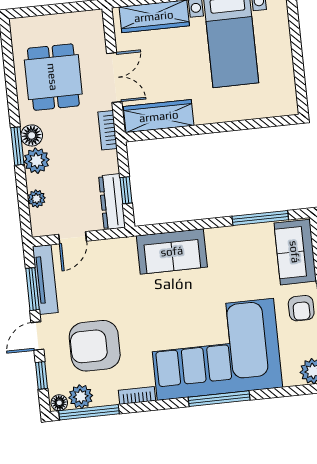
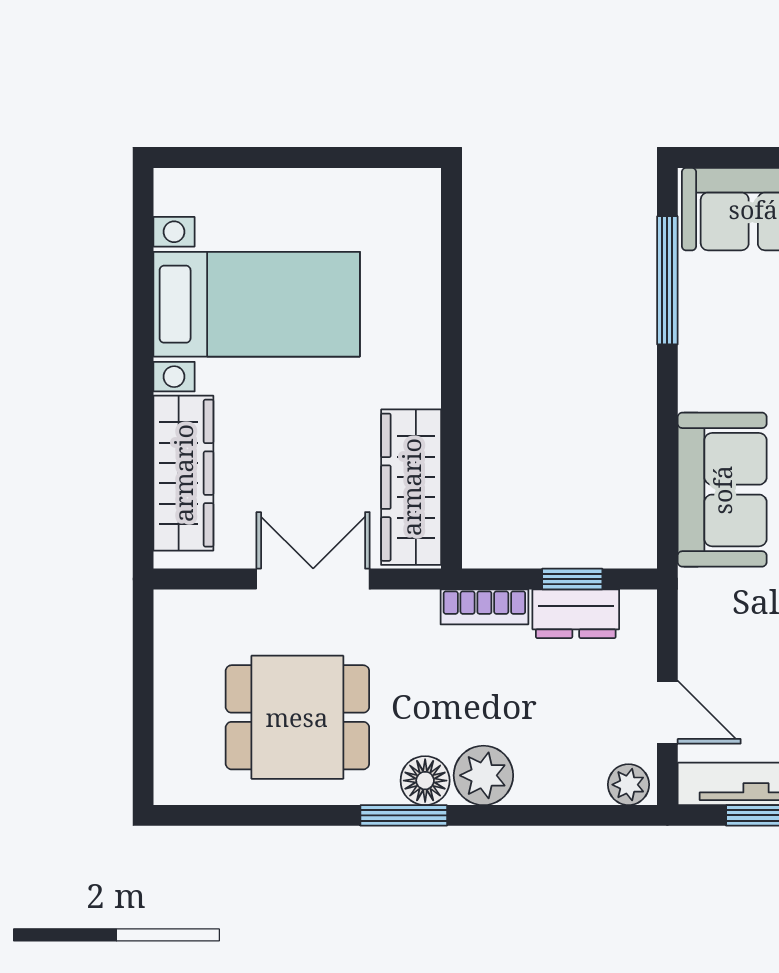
bookcase: (108, 130) -> (484, 607), moved
window: (17, 146) -> (404, 815), moved
plant: (37, 199) -> (628, 785), moved
dresser: (112, 202) -> (576, 614), width x0.70

